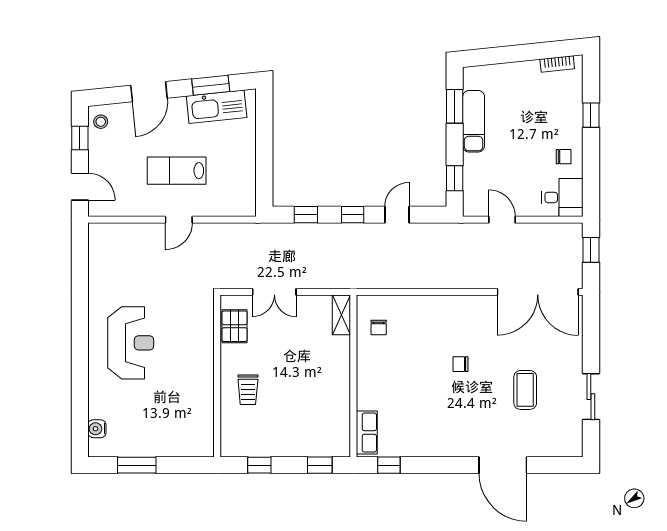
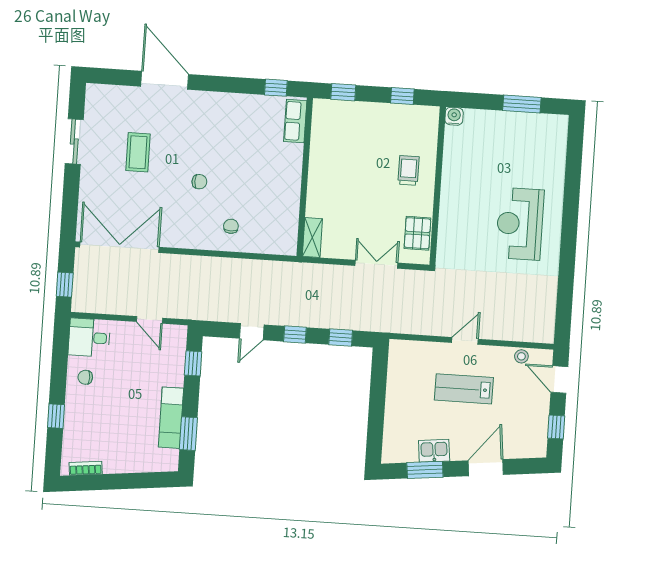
kitchen sink: (217, 107) -> (434, 451), width x0.53, depth x0.81
stool: (101, 122) -> (521, 356), moved
lab bench: (177, 171) -> (464, 389), turned 180
chair: (379, 327) -> (231, 226), moved
water cooler: (97, 429) -> (454, 116), moved, turned -90

